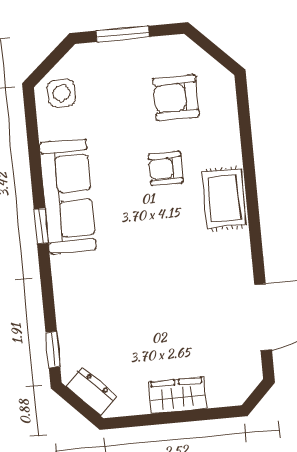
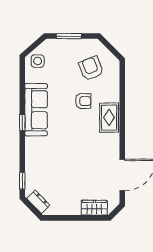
armchair: (176, 98) -> (91, 68), turned 68
armchair: (166, 168) -> (83, 101), turned 180
wardrobe: (178, 395) -> (94, 208), moved

